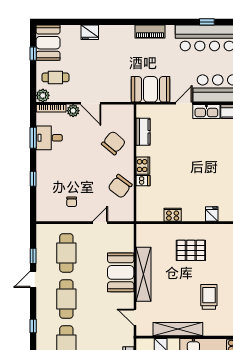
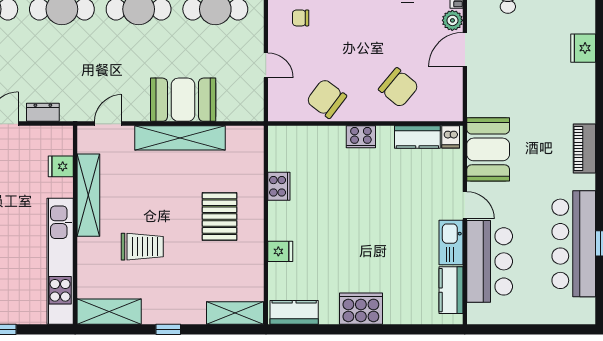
dishwasher: (143, 181) -> (451, 137), moved

